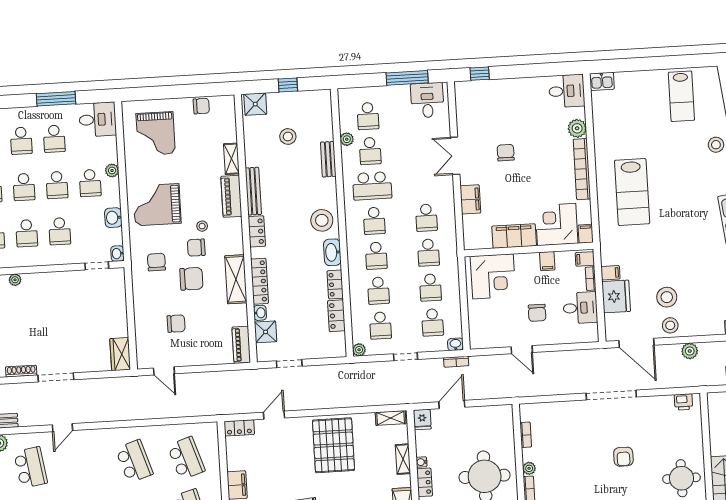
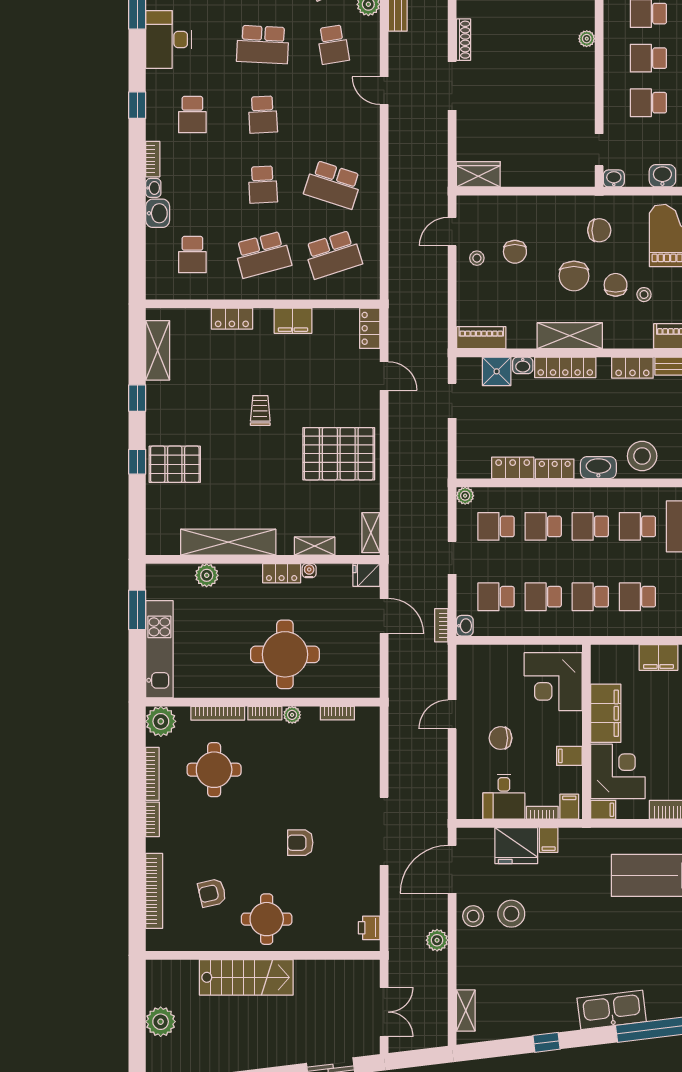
stool: (182, 351) -> (477, 258), added
school desk: (134, 461) -> (333, 185), turned 36
school desk: (31, 467) -> (333, 45), width x0.54

